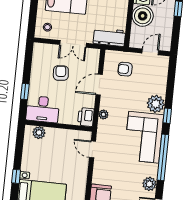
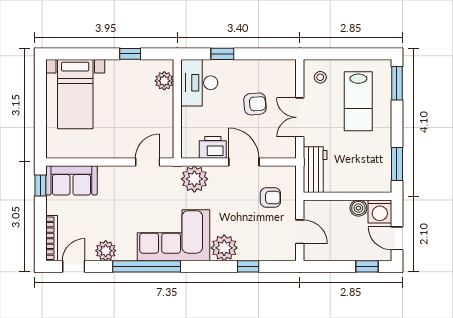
boiler: (143, 16) -> (358, 208), width x0.54, depth x0.54
armchair: (125, 69) -> (270, 198), turned 90
plant: (103, 114) -> (194, 179), width x1.88, depth x1.88
window: (167, 116) -> (248, 266), moved
printer: (86, 117) -> (213, 147), moved
window: (16, 176) -> (130, 54), moved

